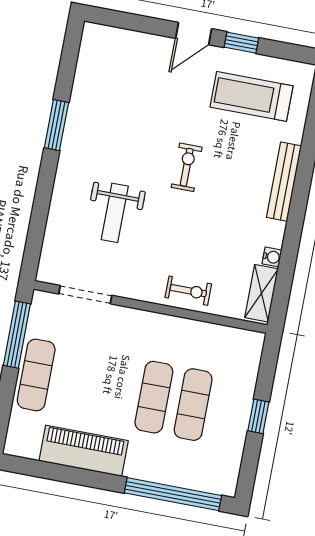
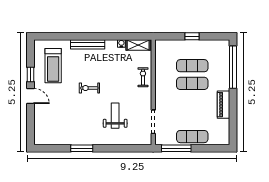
weight bench: (115, 213) -> (115, 116), turned -90
piano: (84, 451) -> (223, 105), width x0.73, depth x0.75

